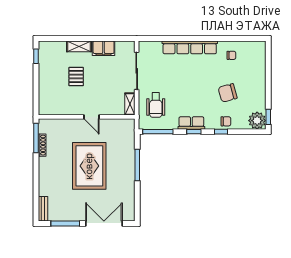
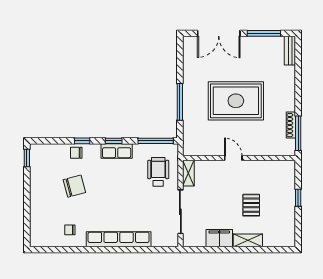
window: (36, 56) -> (298, 198), moved
plant: (257, 121) -> (40, 154), removed
rug: (89, 166) -> (236, 101), turned 90

